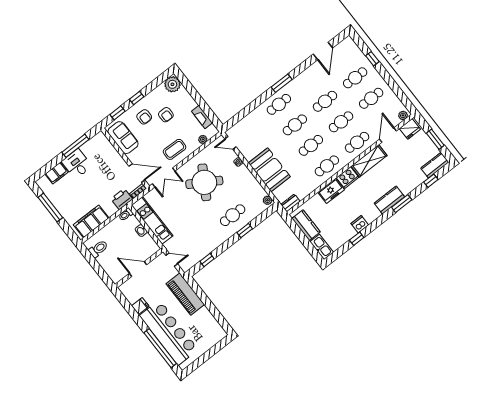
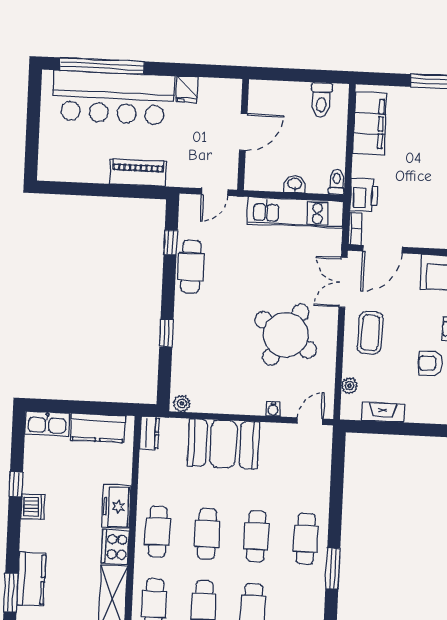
cafe table: (233, 215) -> (191, 267), moved
piano: (185, 294) -> (138, 173), width x0.73, depth x0.75

